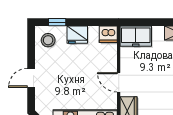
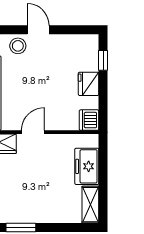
freezer: (136, 36) -> (87, 166), moved
stool: (48, 40) -> (18, 46), moved

